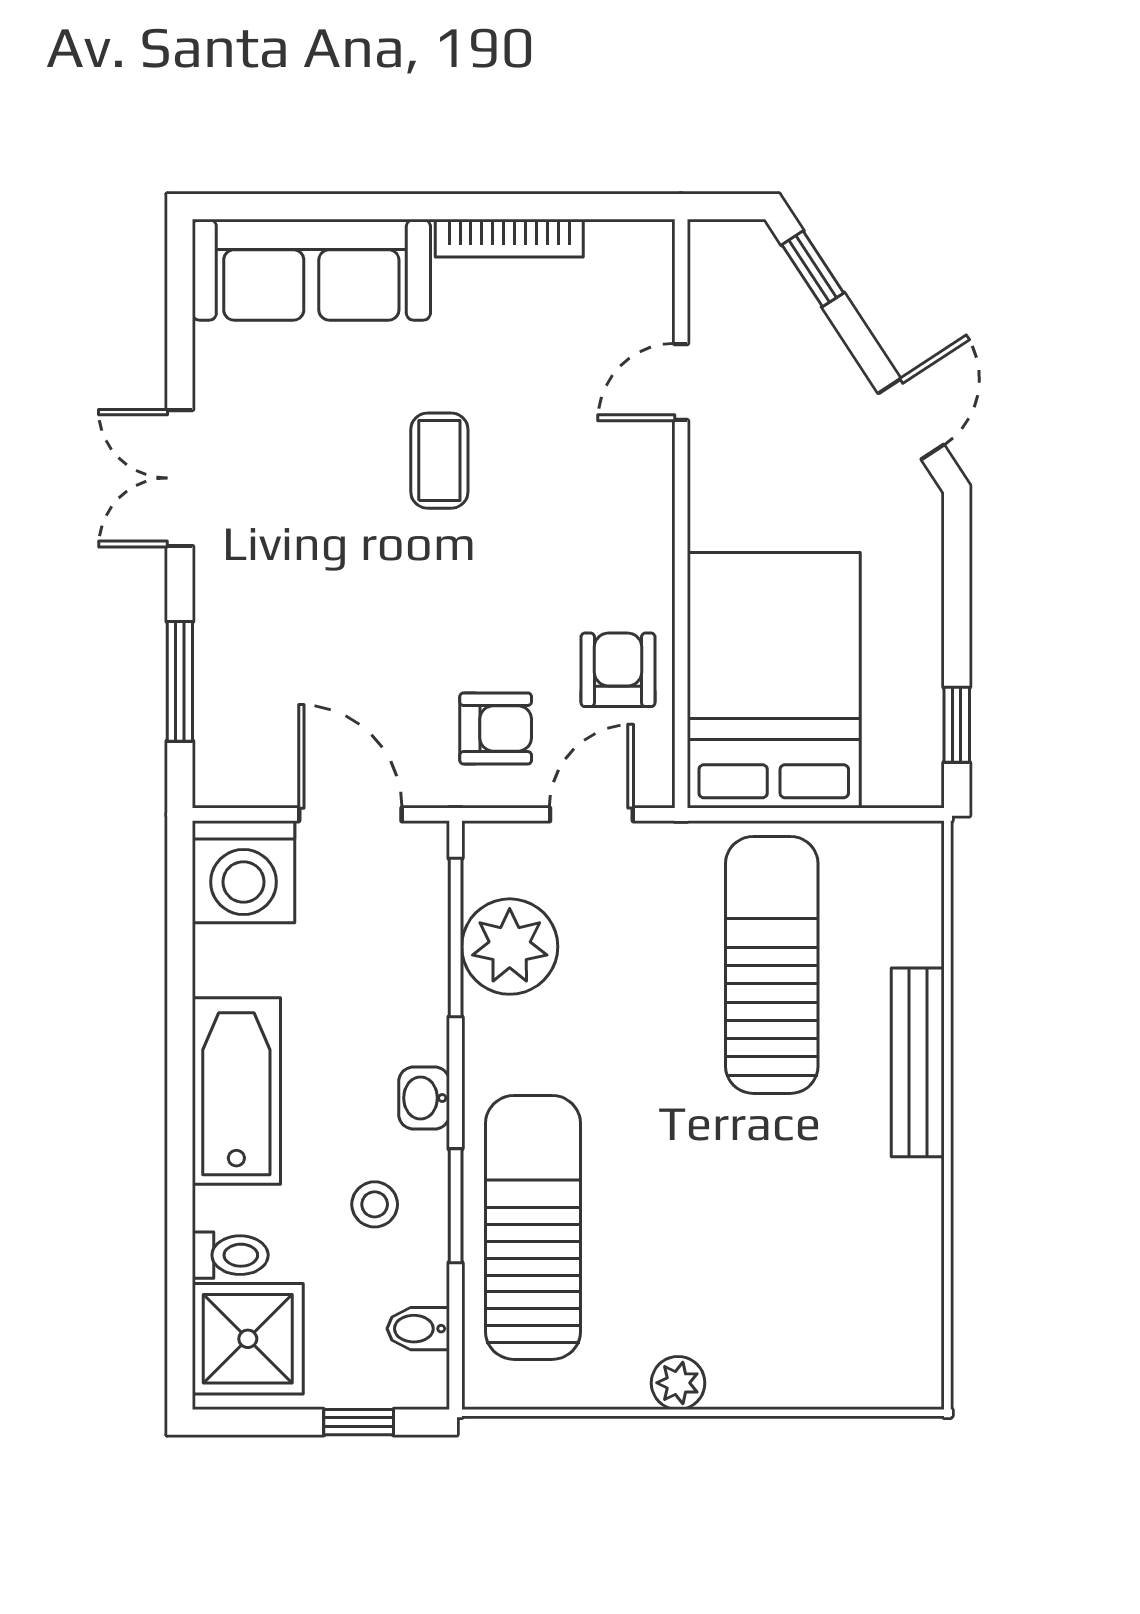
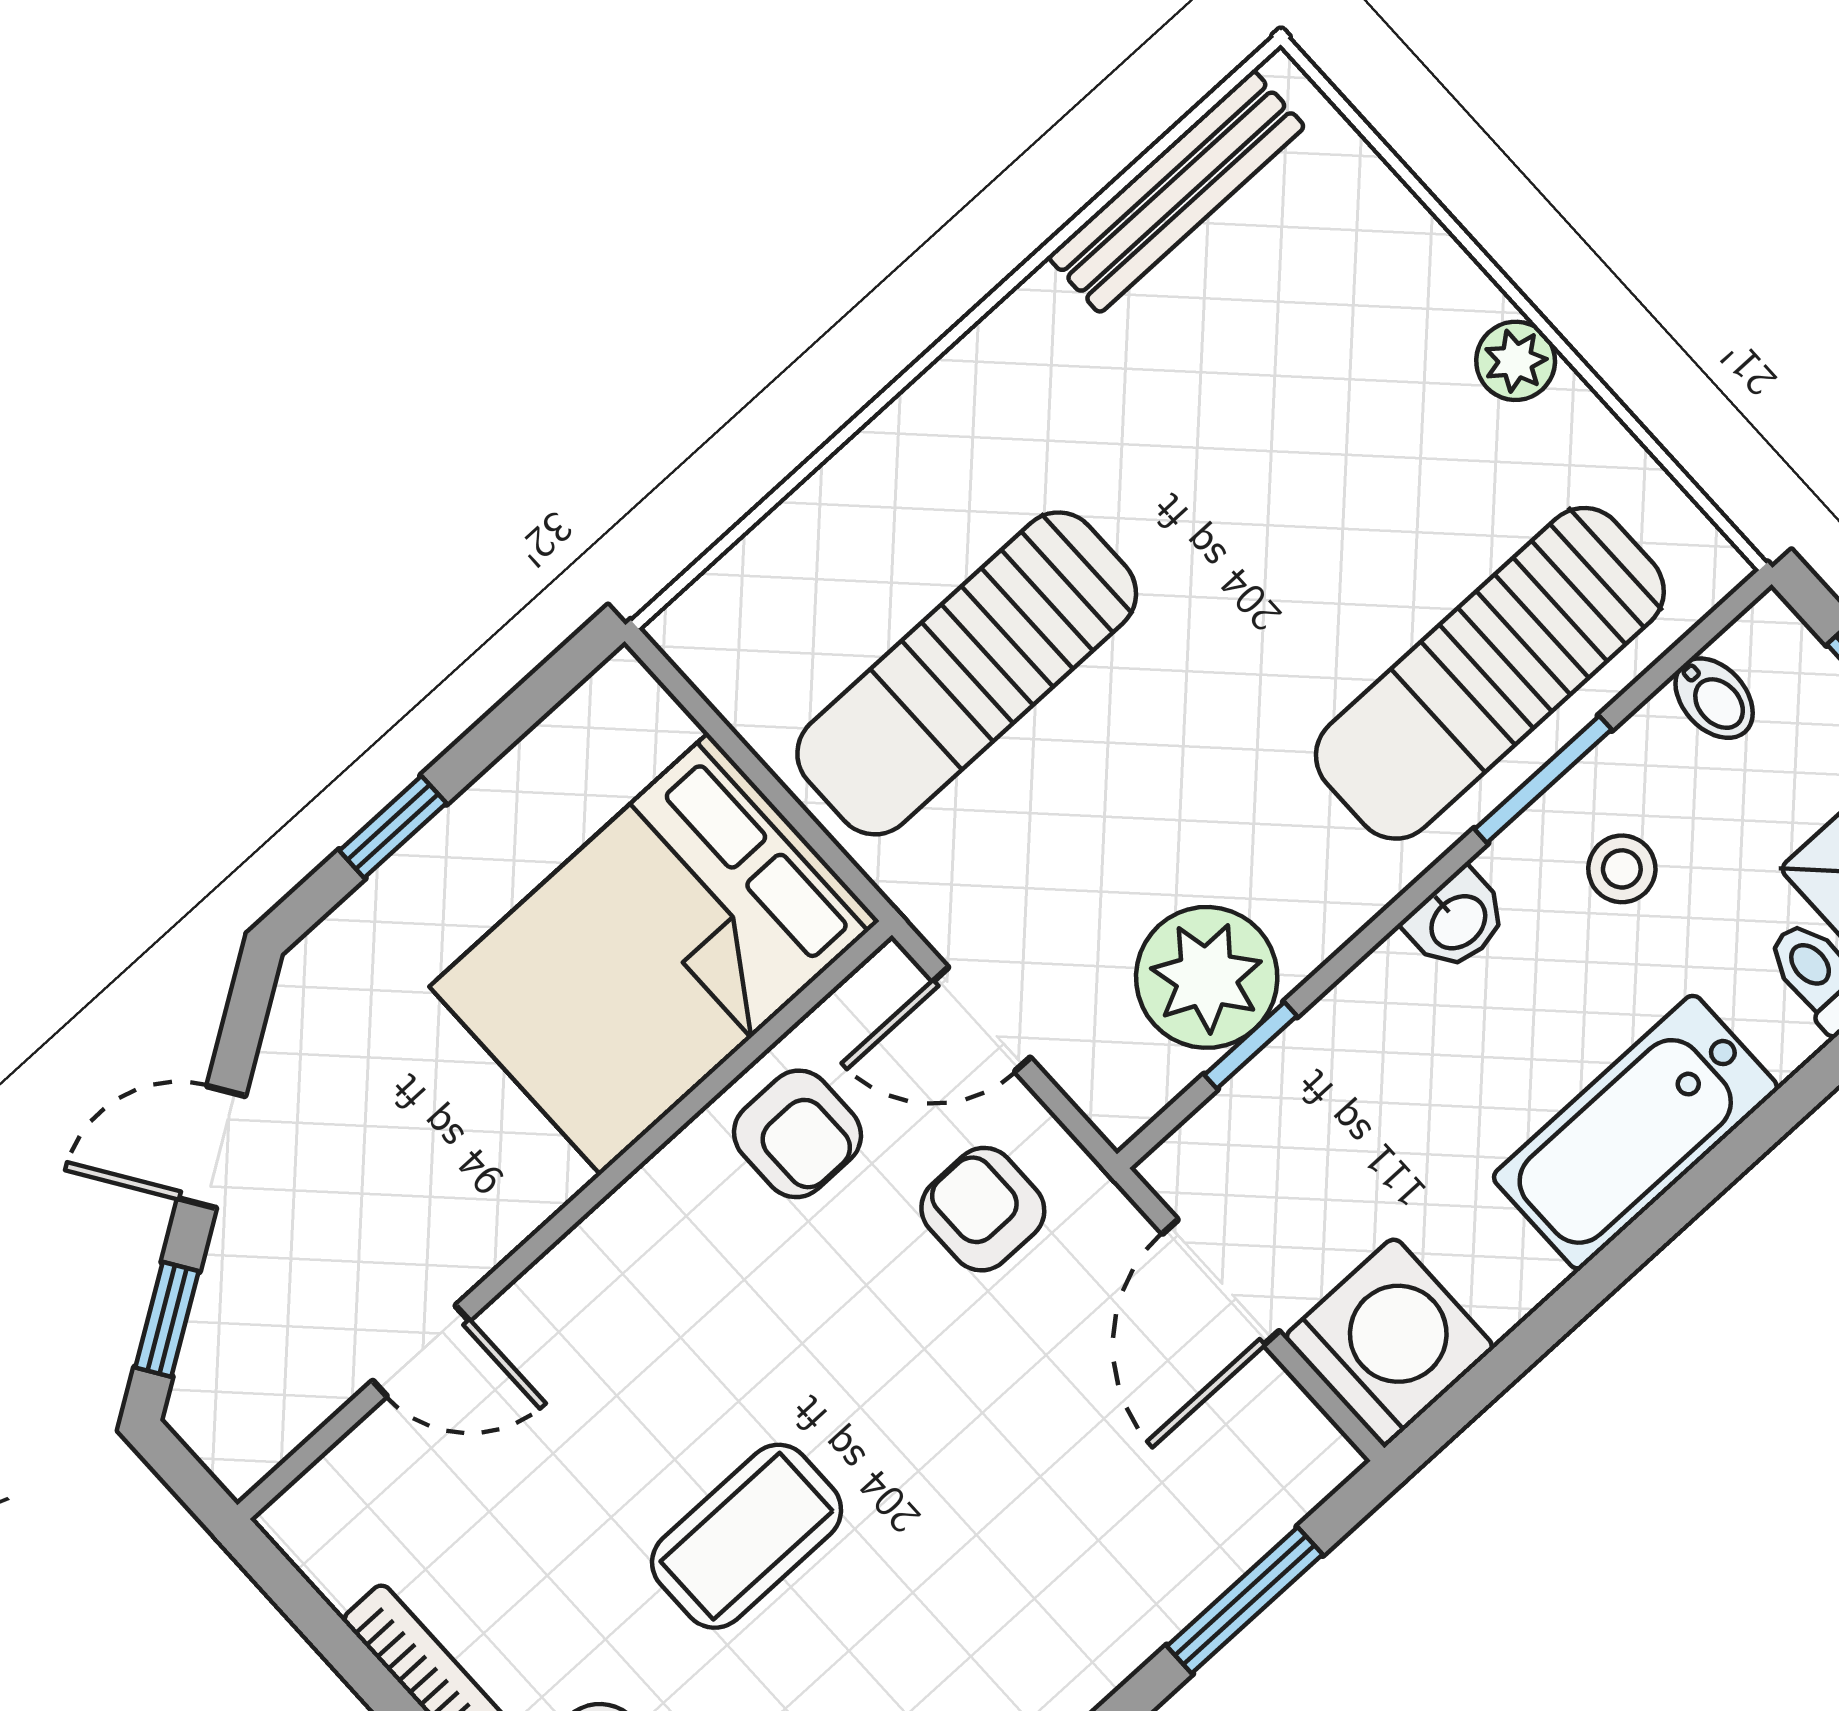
door: (911, 419) -> (212, 1147), moved
coffee table: (439, 461) -> (747, 1536), width x1.36, depth x1.30
armchair: (618, 670) -> (797, 1134), turned -90
window: (957, 725) -> (393, 827), moved
window: (456, 938) -> (1251, 1045), width x0.46
bench: (918, 1062) -> (1176, 192), moved

